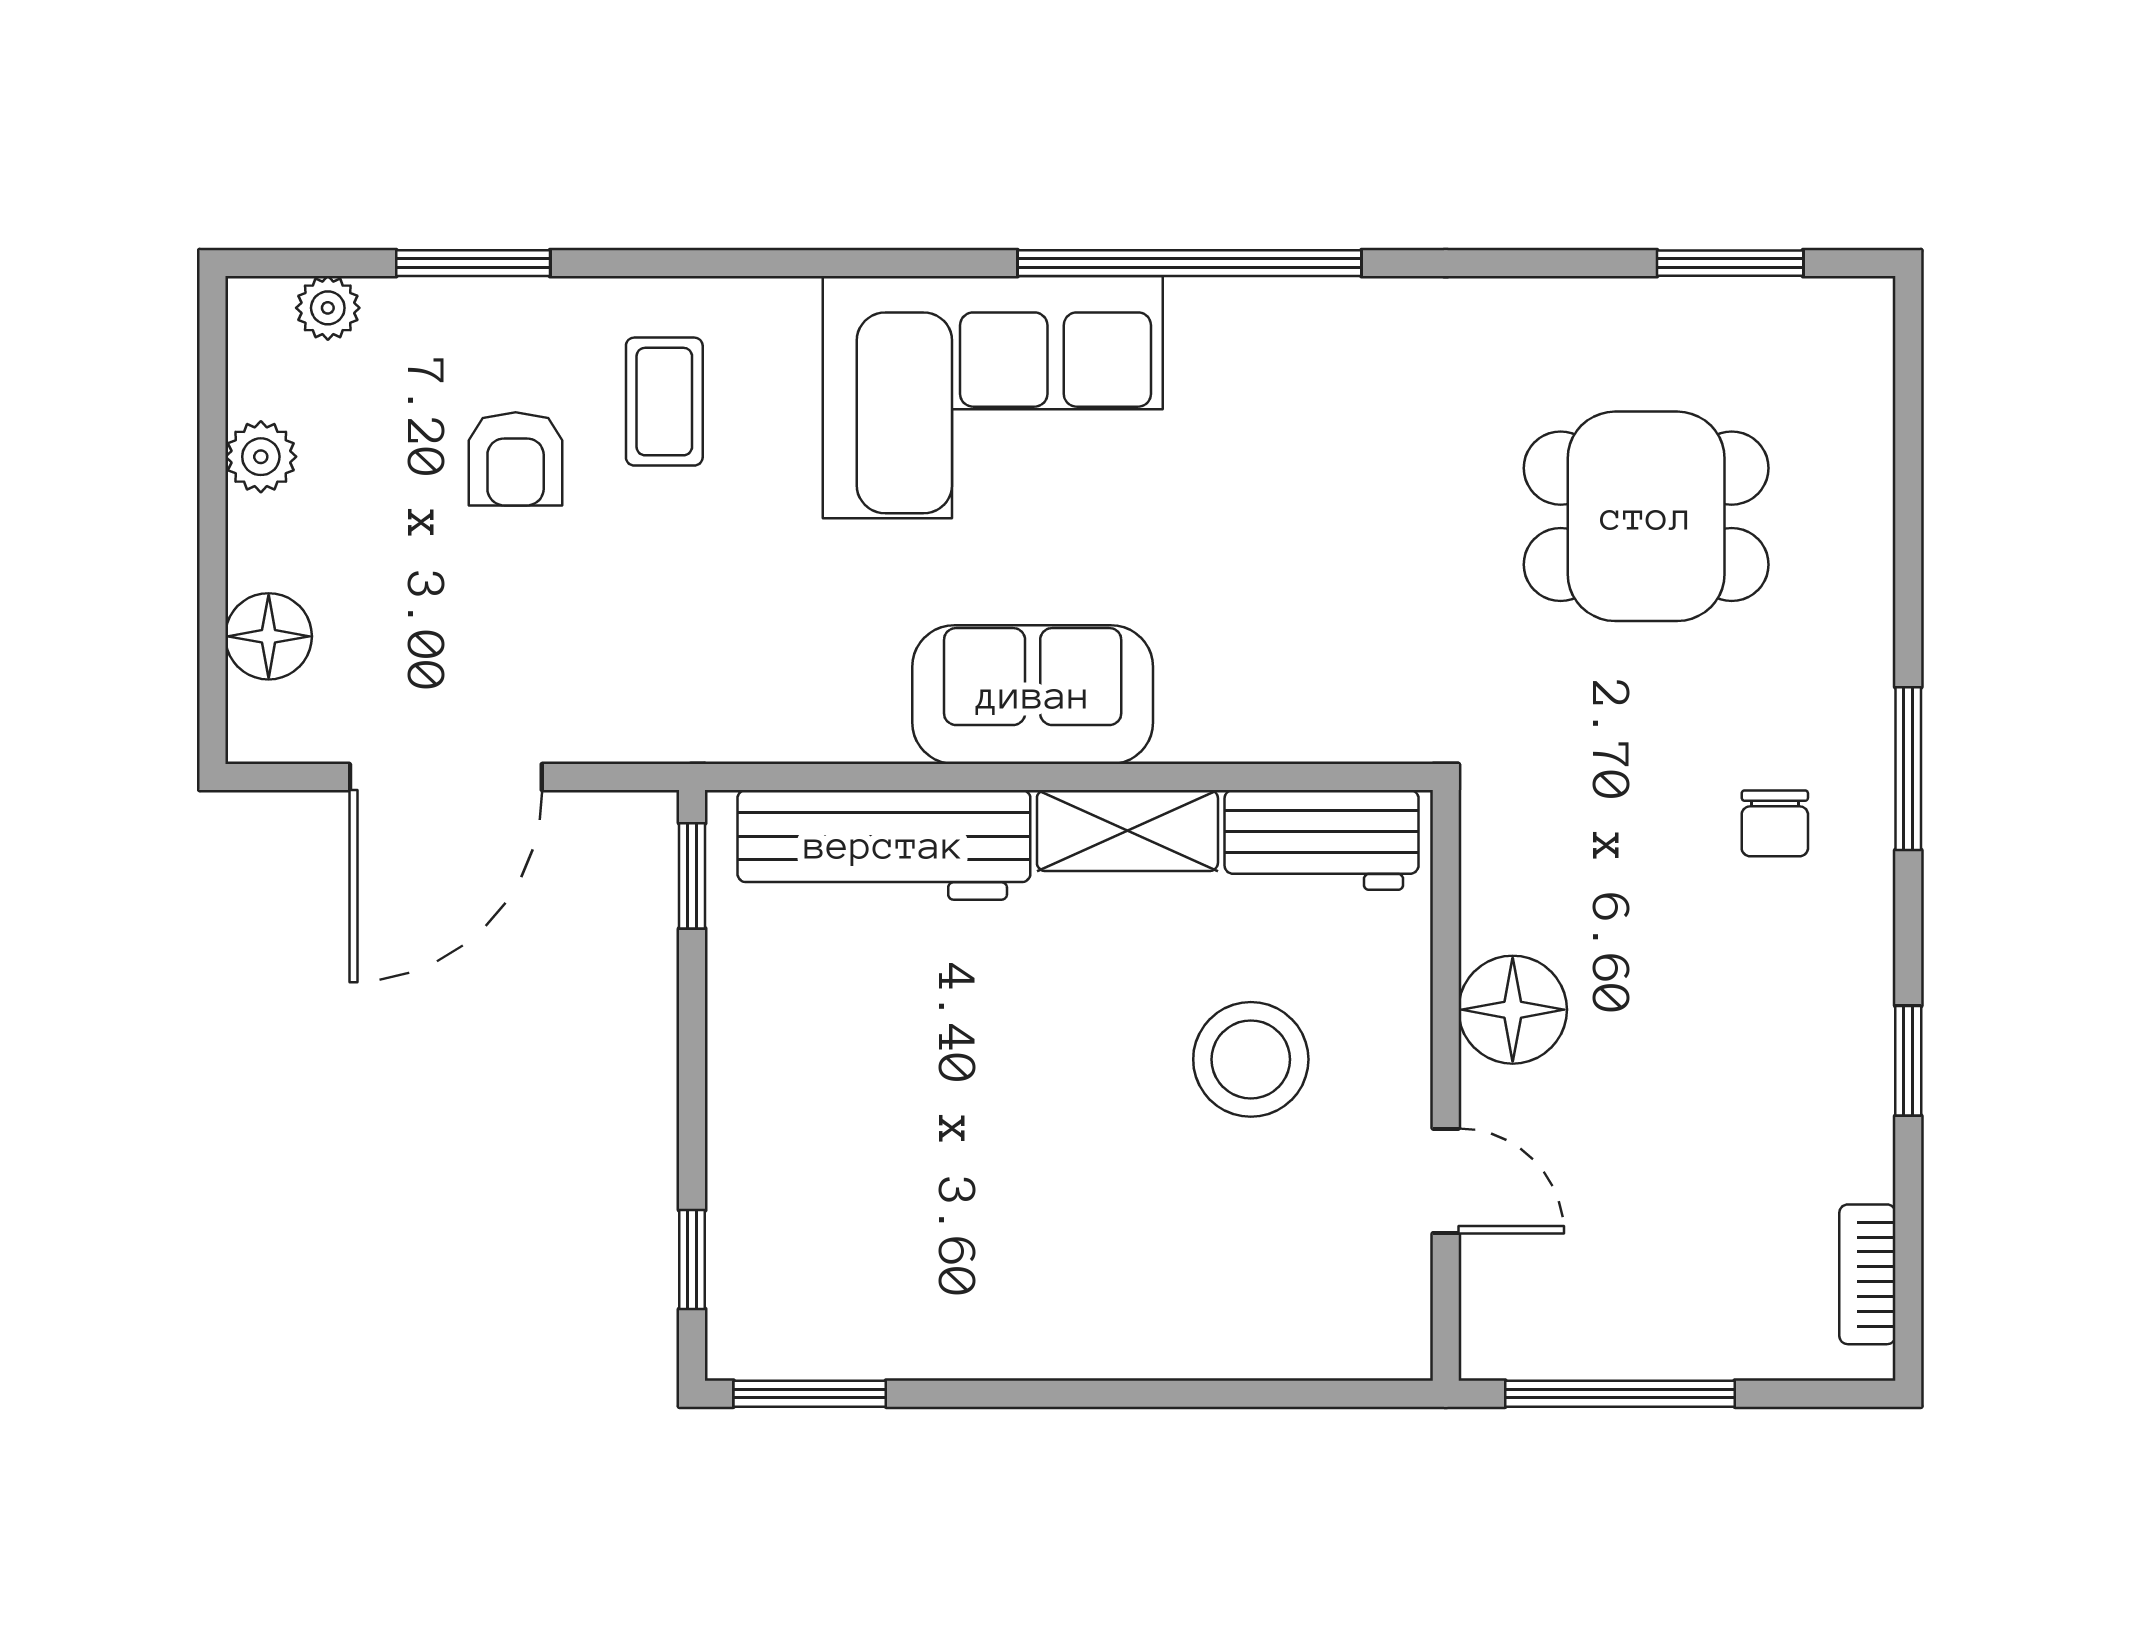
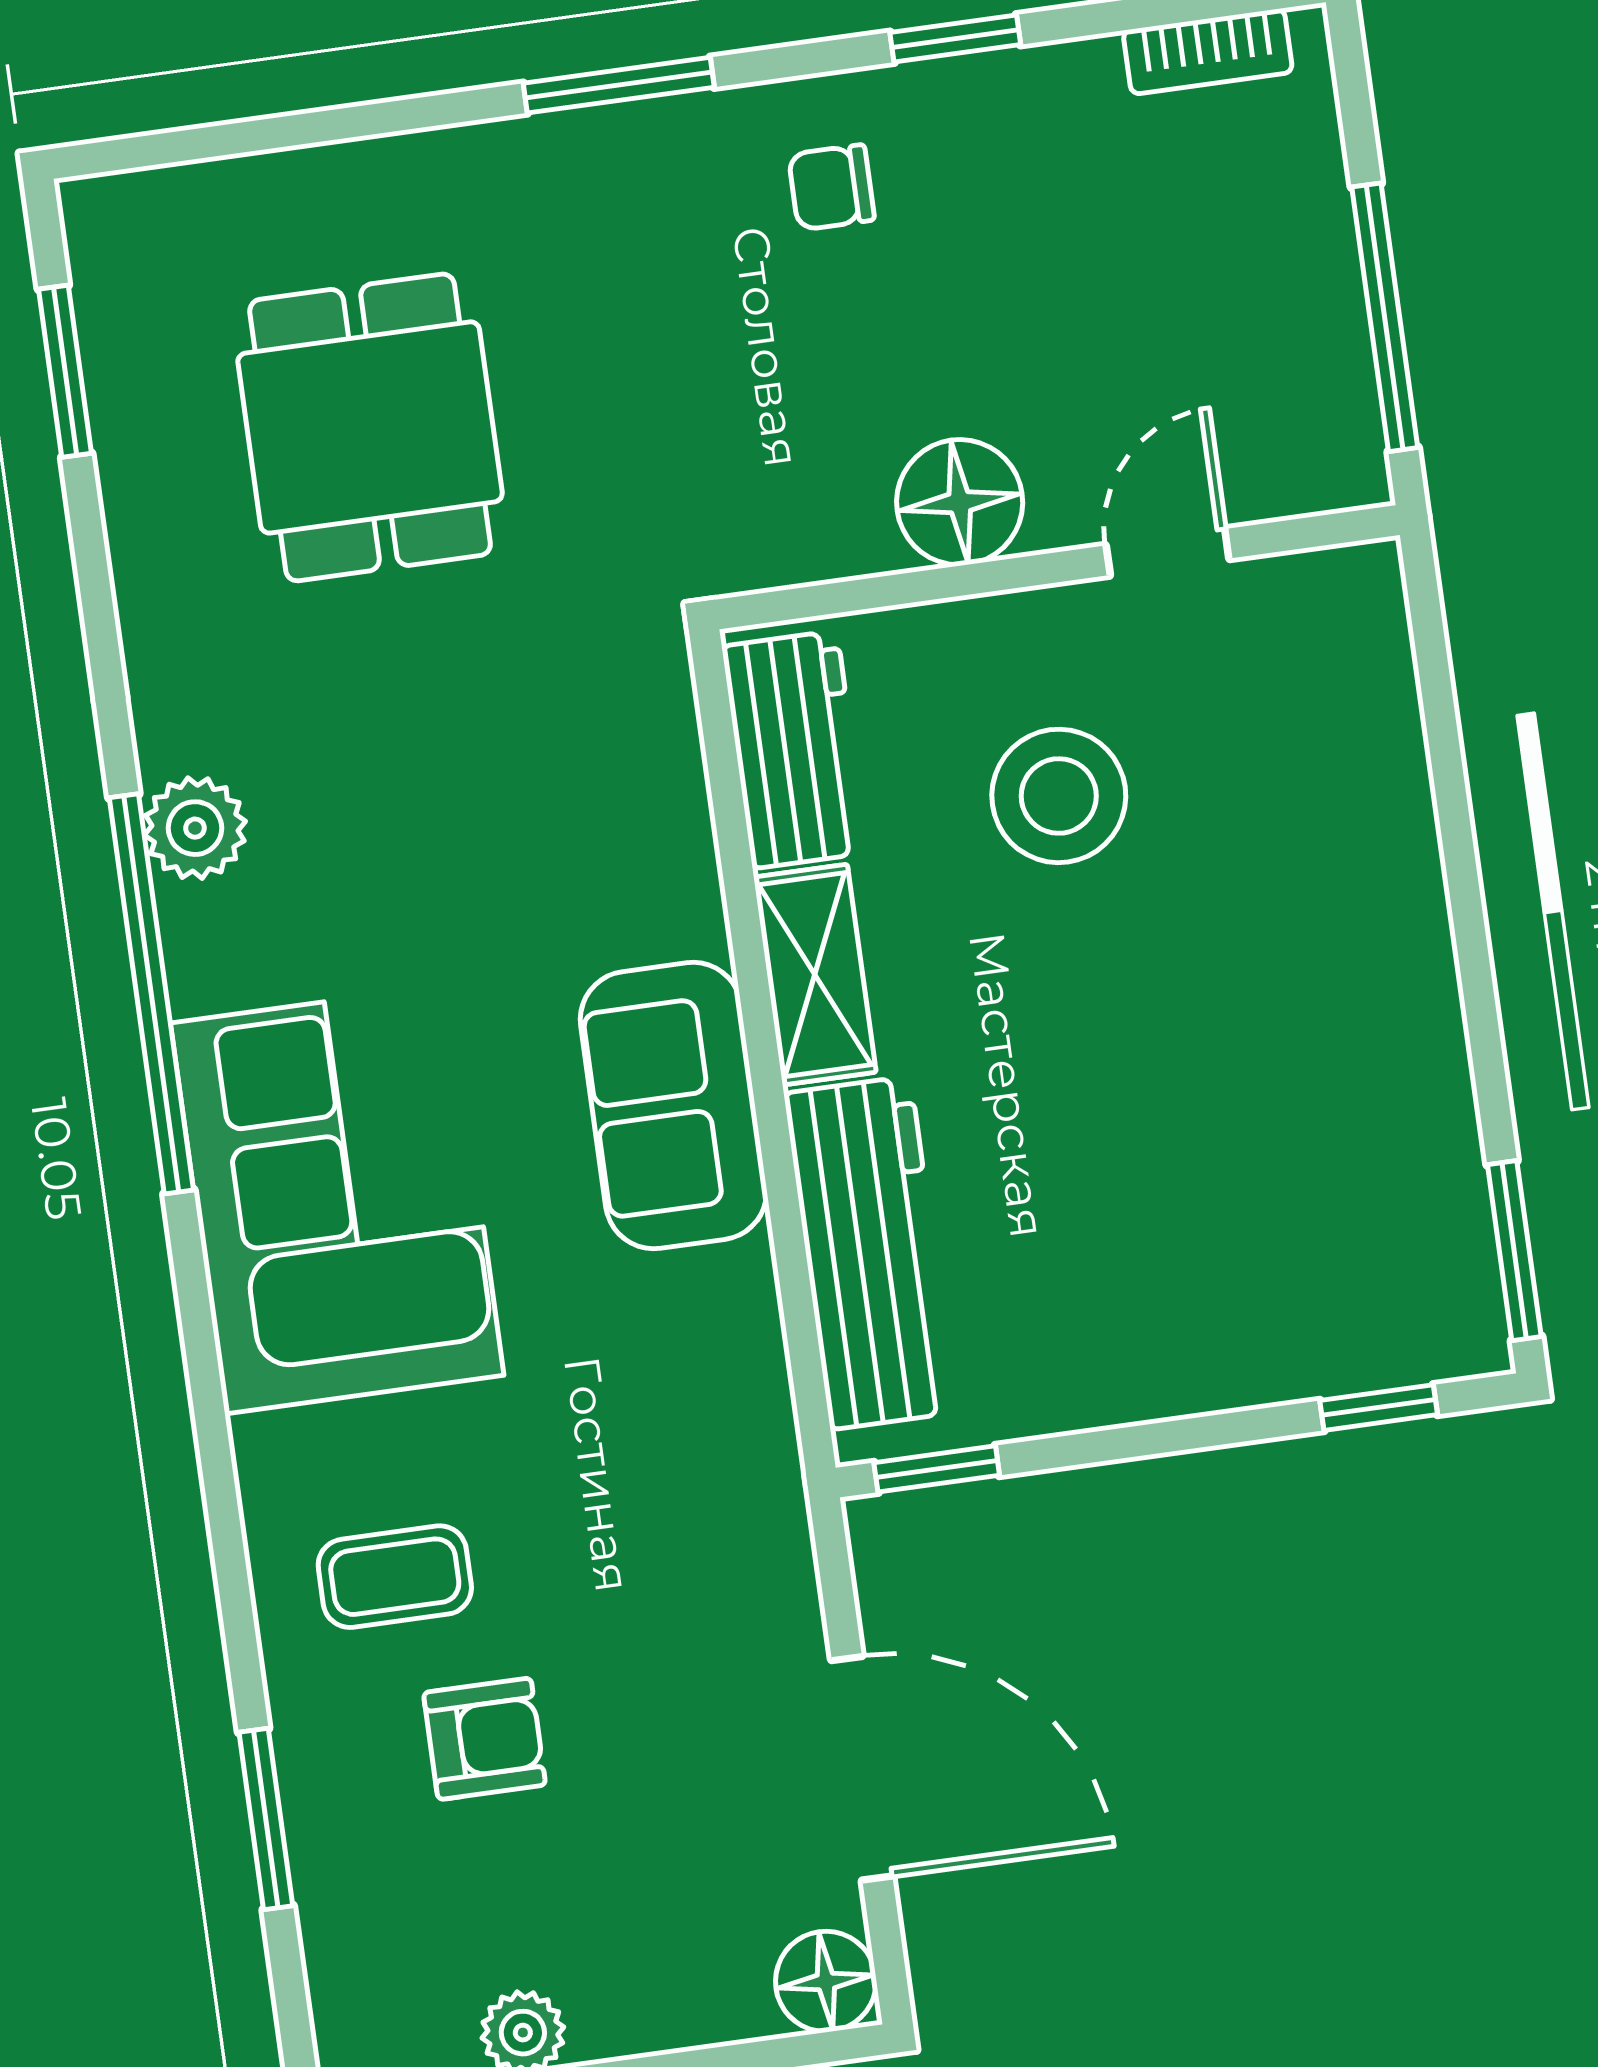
plant: (328, 308) -> (195, 828), moved, width x1.38, depth x1.38
floor lamp: (269, 636) -> (826, 1981), moved
chair: (1775, 823) -> (831, 187), moved, turned 180

